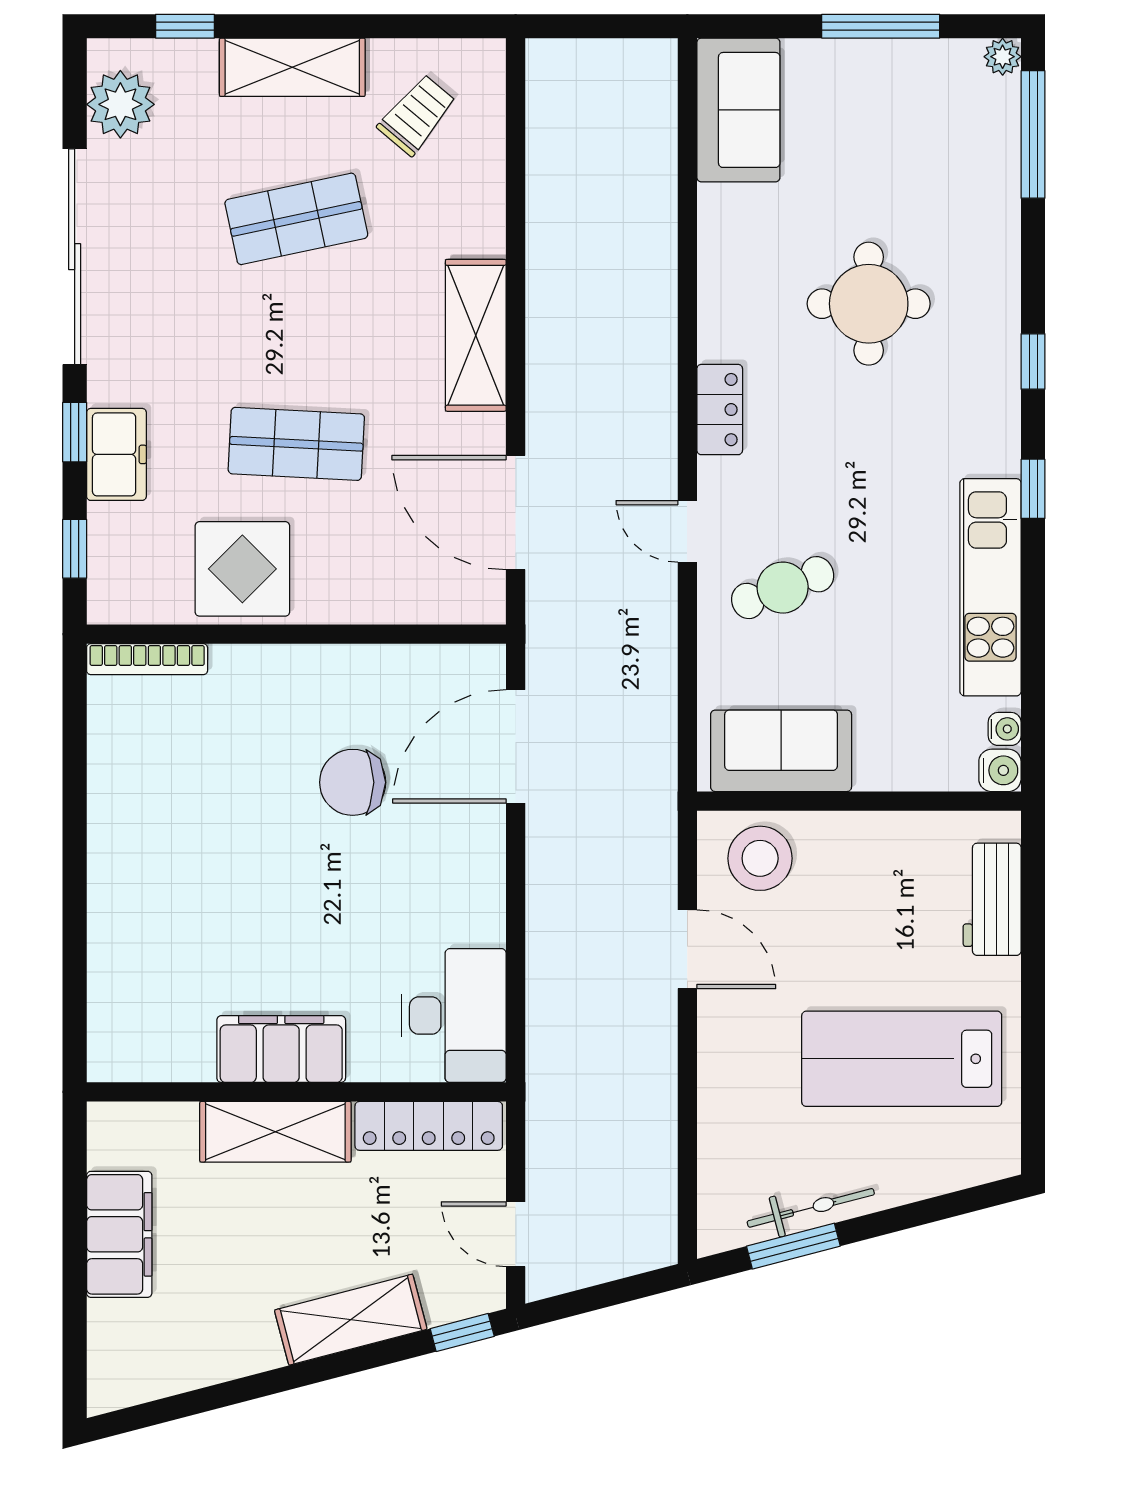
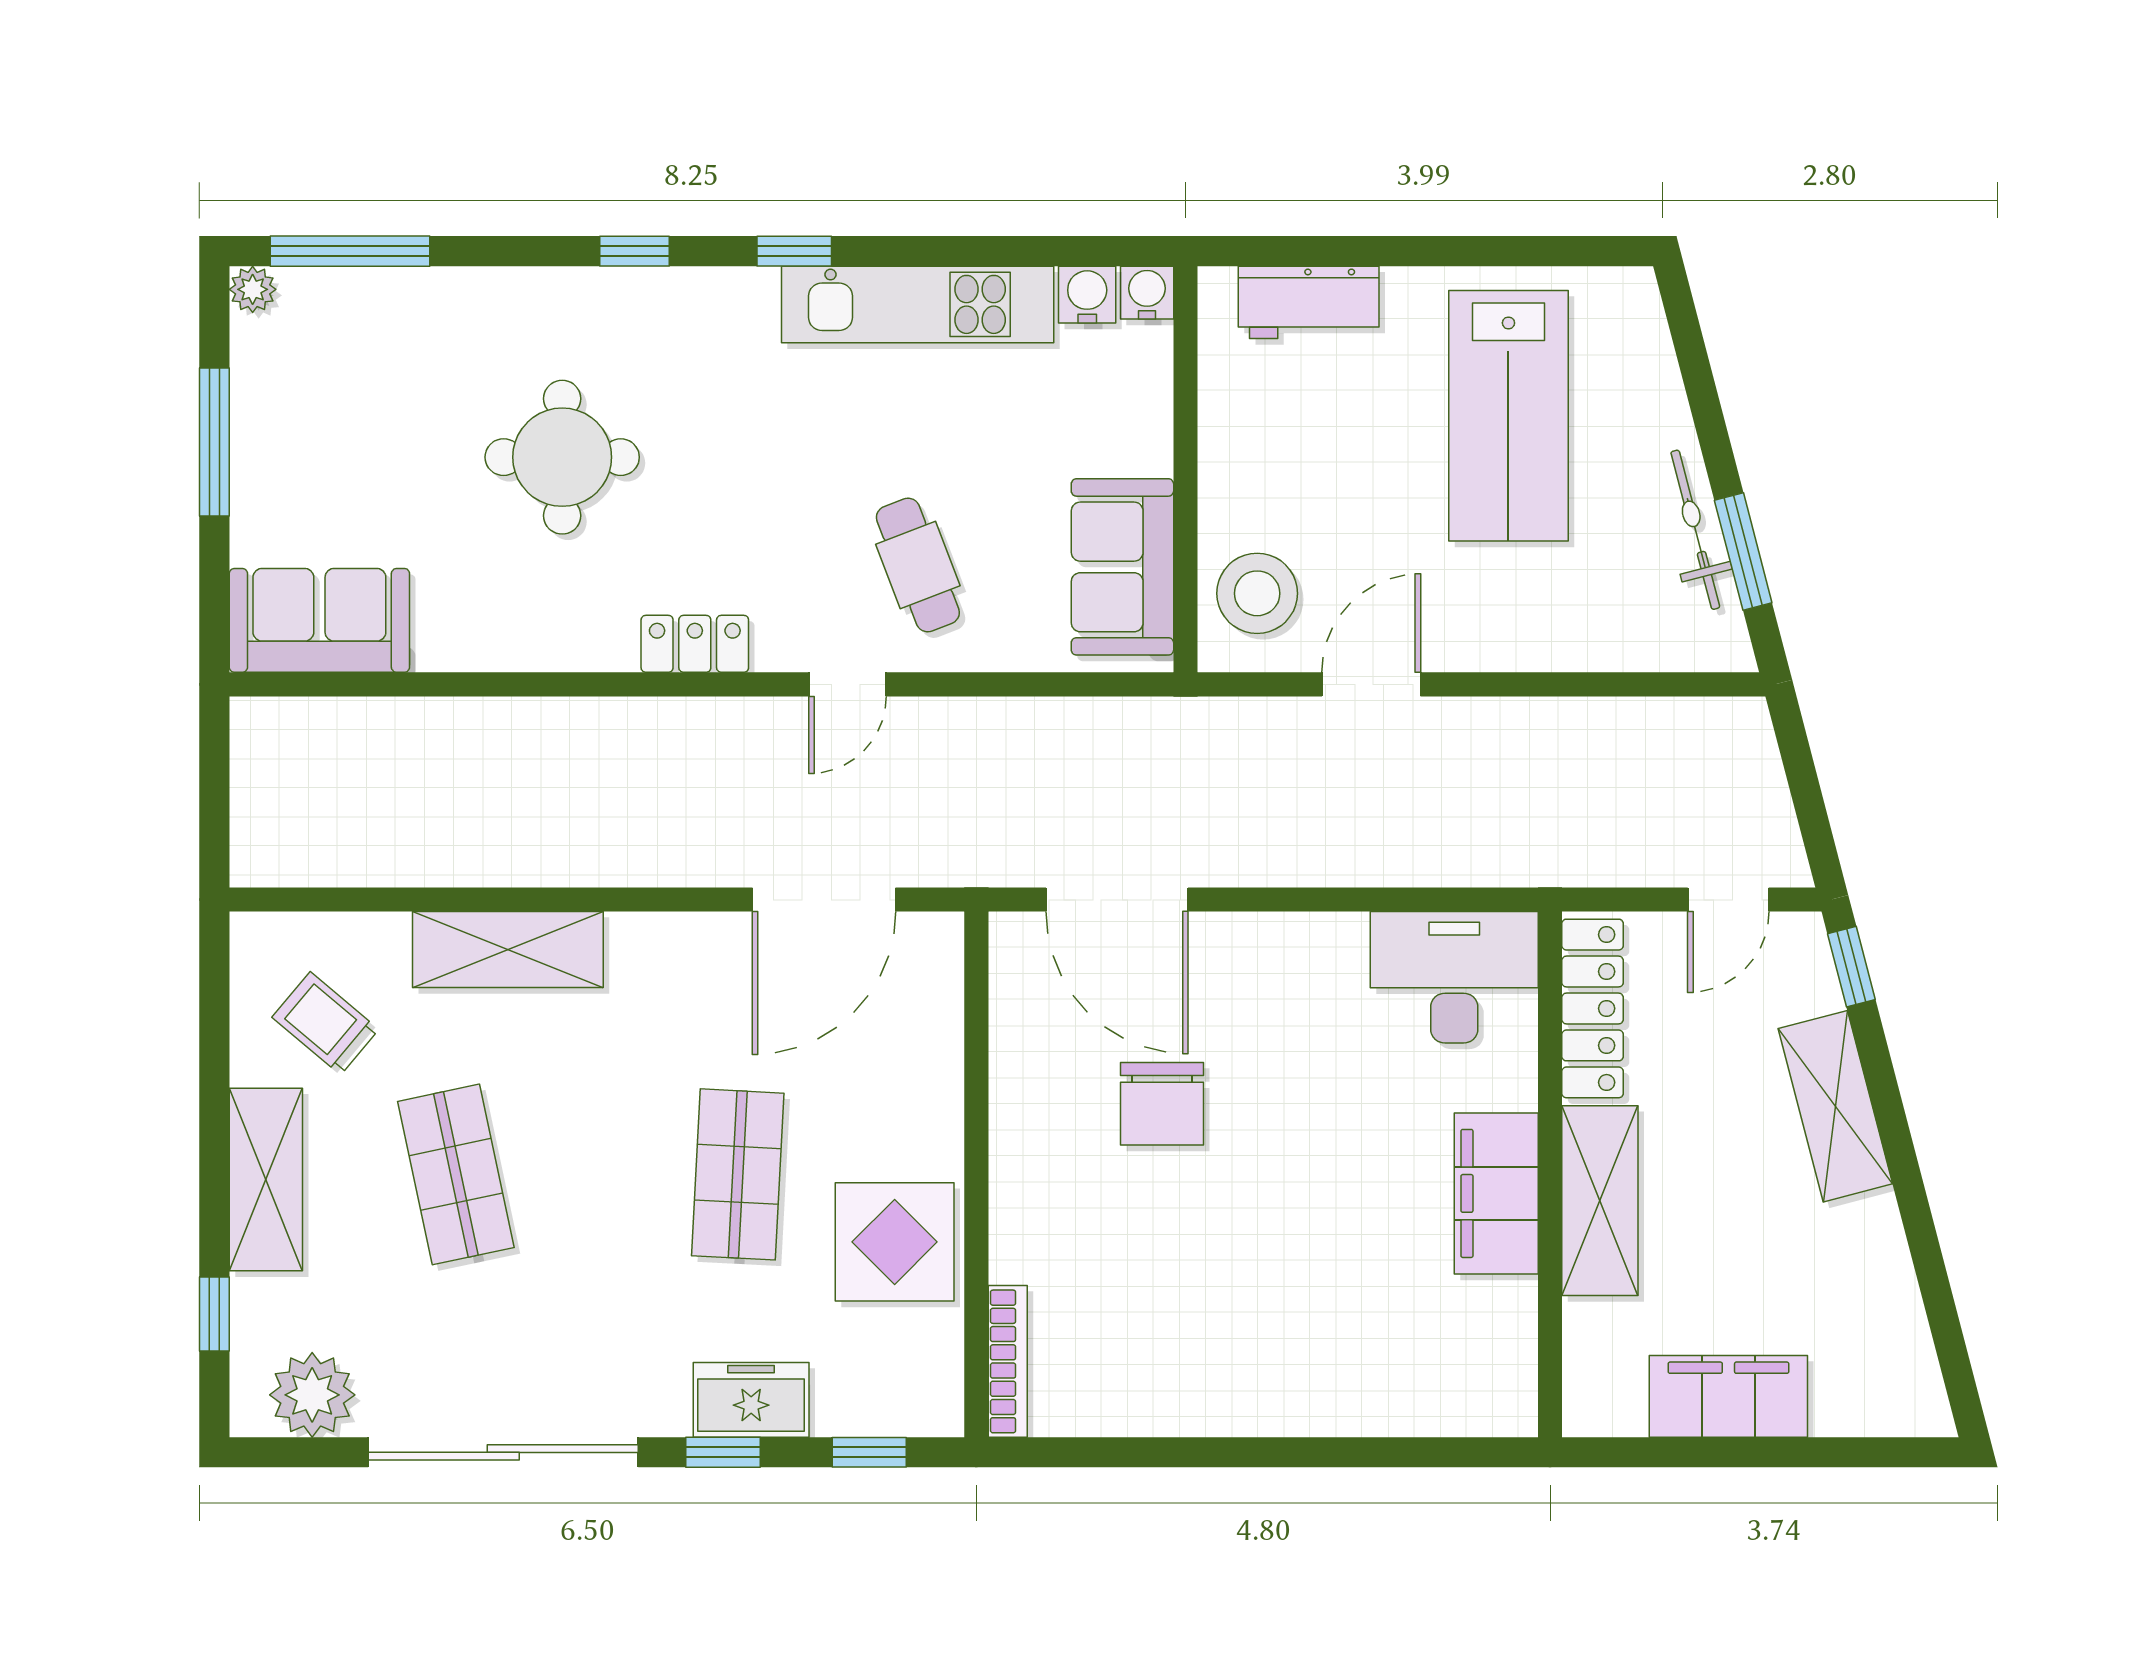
shelving: (476, 335) -> (508, 950), moved
water cooler: (1005, 729) -> (1087, 295), width x1.38, depth x1.38

